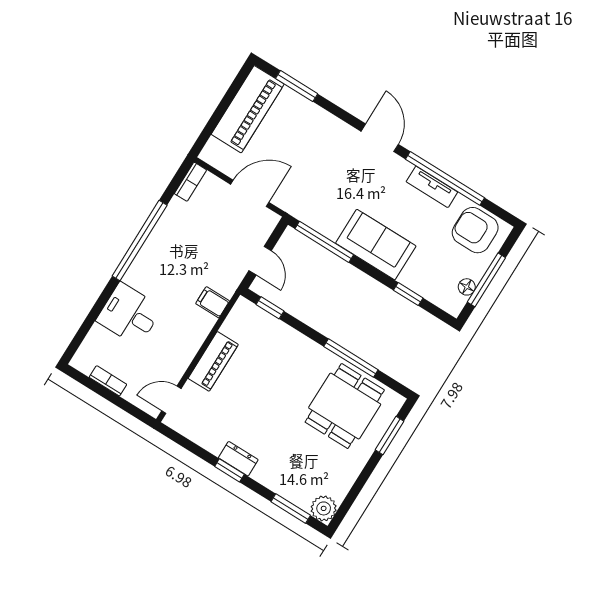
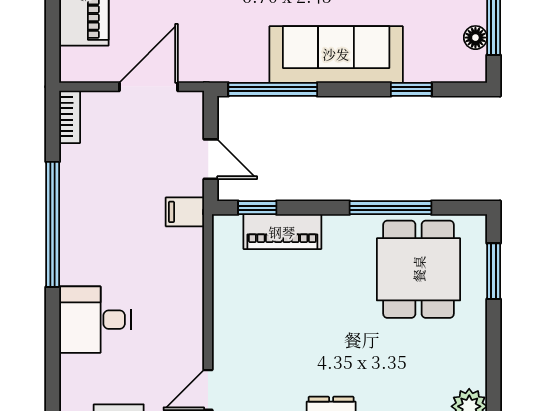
sofa: (376, 245) -> (336, 54), width x1.36
filing cabinet: (213, 302) -> (185, 212), moved
piano: (213, 361) -> (282, 232), moved, turned 90

